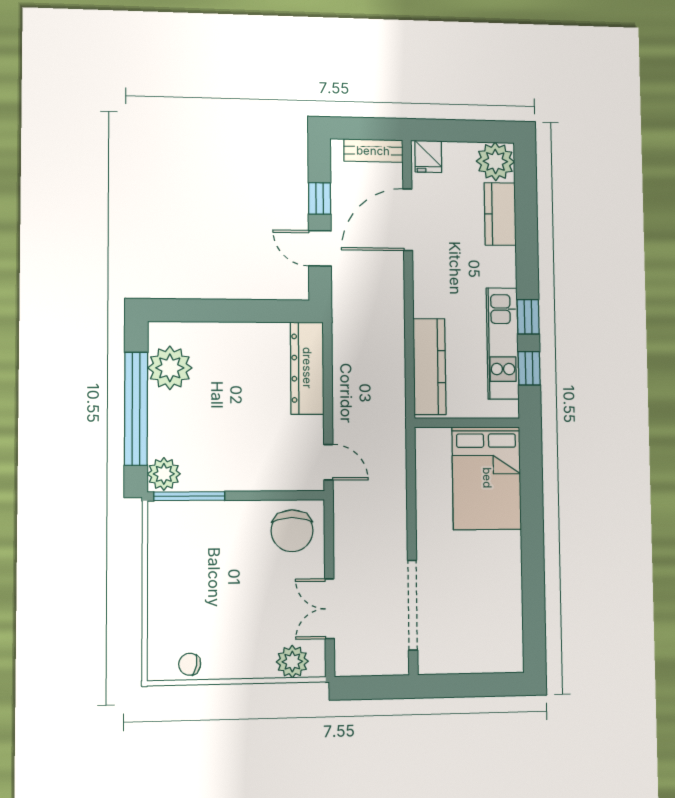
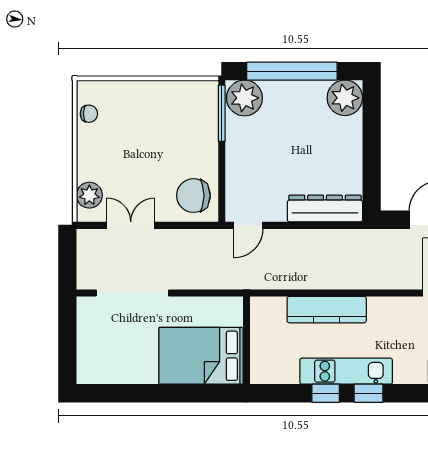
plant: (170, 368) -> (345, 98), moved
wall: (467, 423) -> (247, 340), moved
plant: (164, 474) -> (244, 98), width x1.36, depth x1.36
bed: (487, 478) -> (201, 356), moved
chair: (190, 664) -> (89, 114), turned 79

